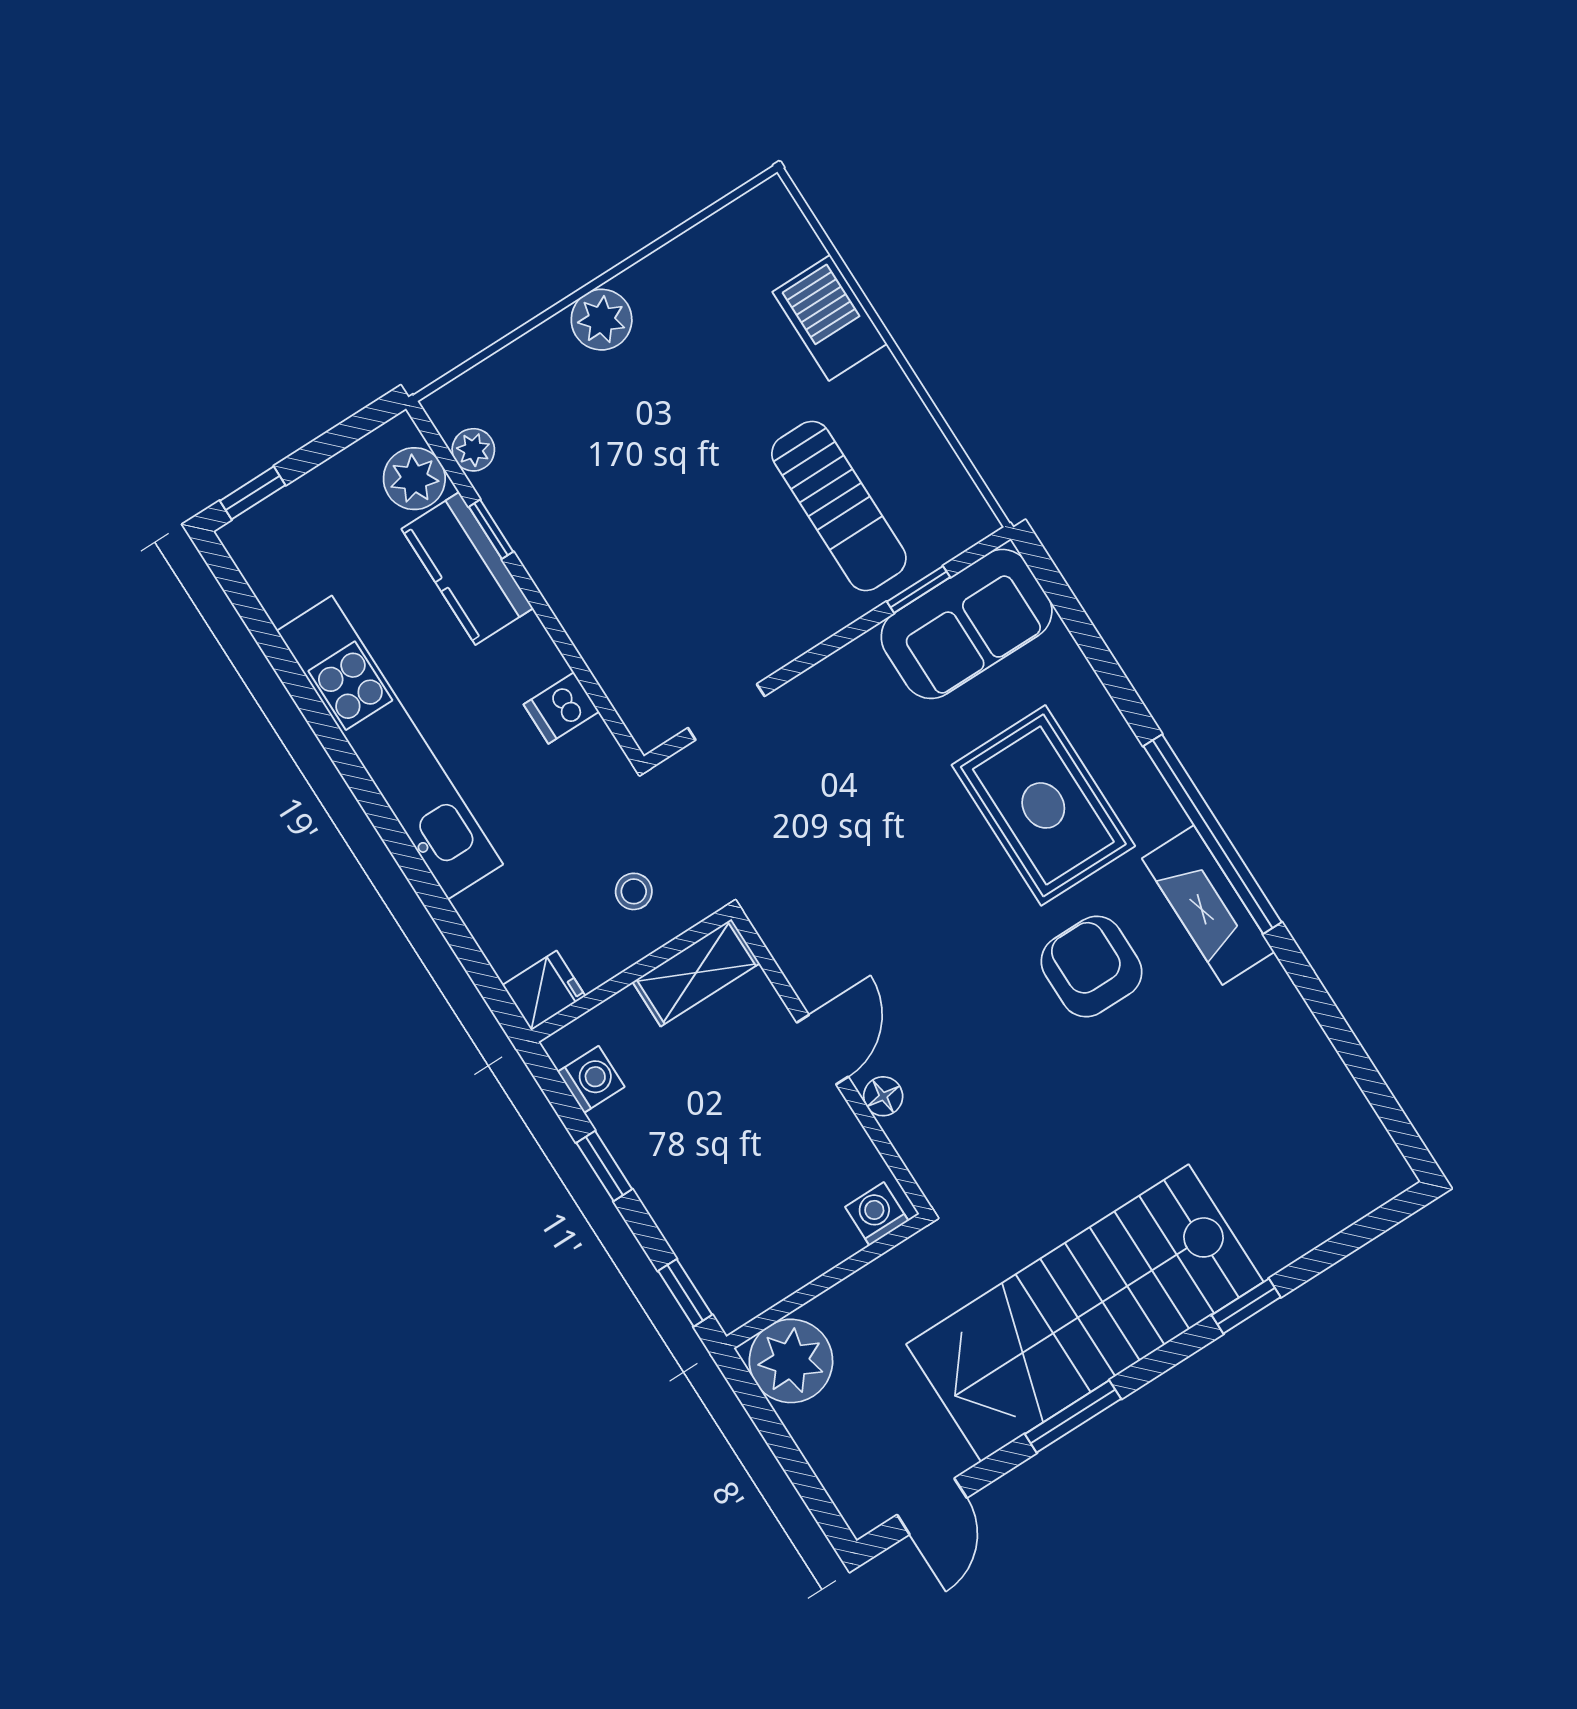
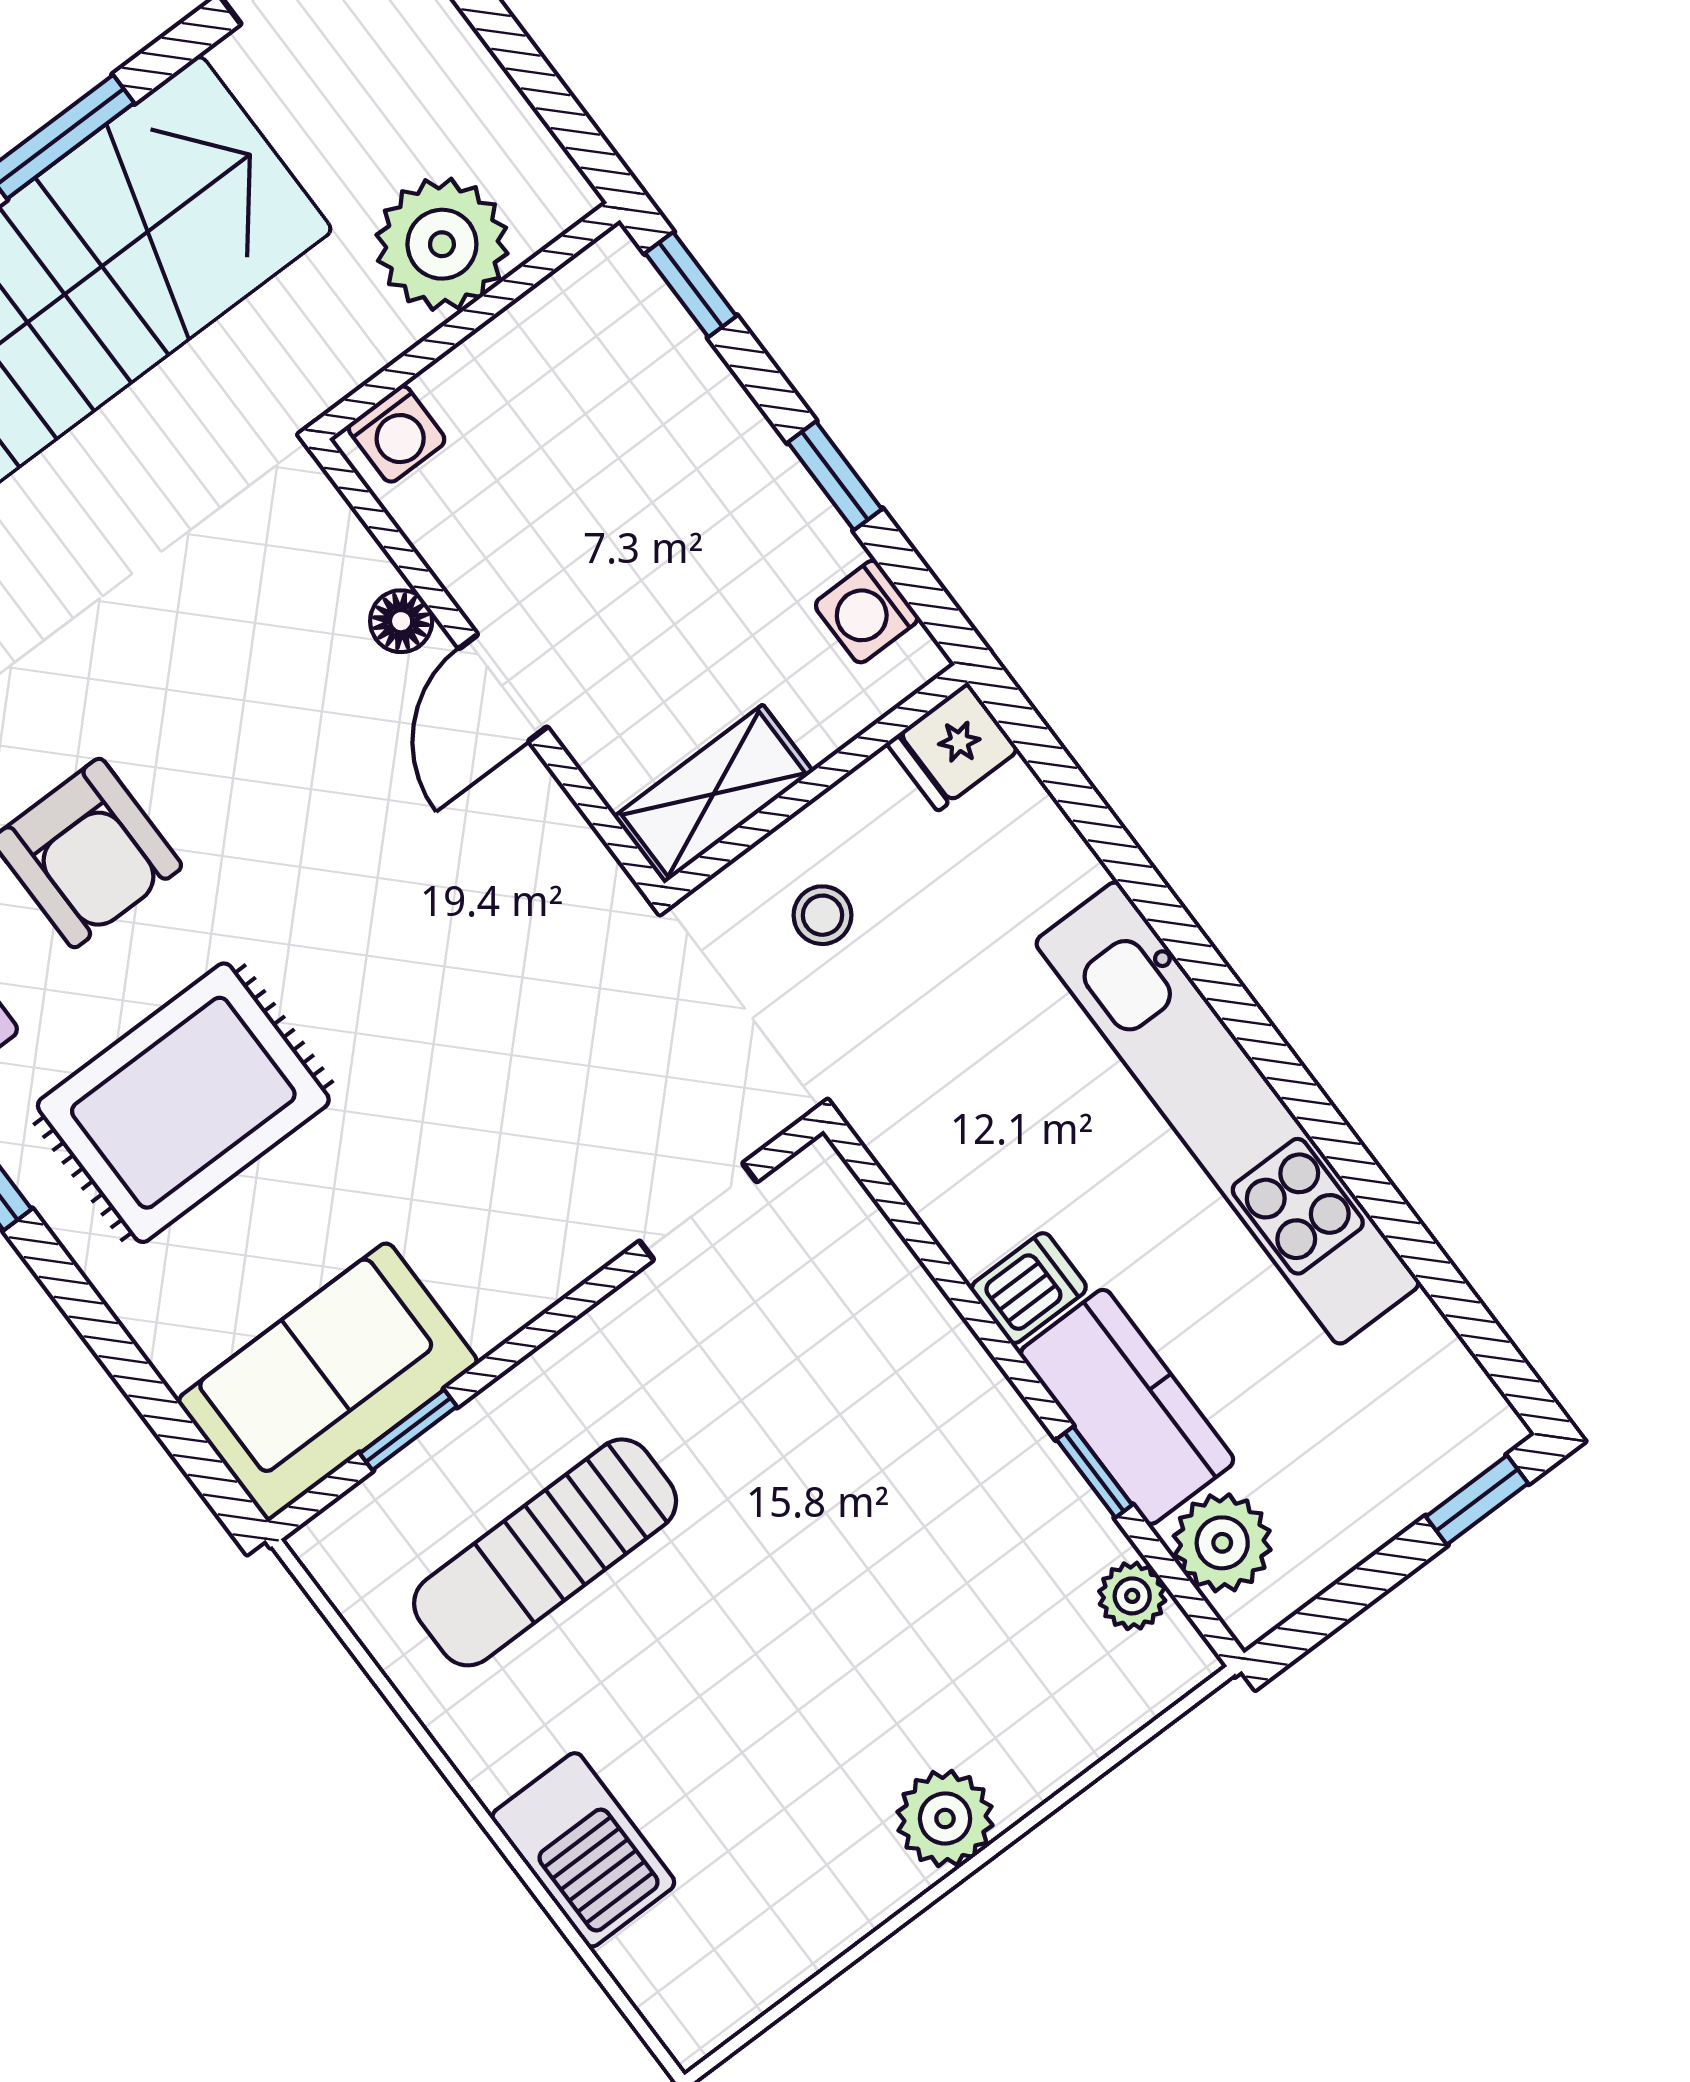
sun lounger: (839, 506) -> (545, 1552), turned -90
dishwasher: (561, 708) -> (1029, 1288), moved
rug: (1043, 805) -> (183, 1103), turned 90
plant: (791, 1361) -> (442, 244), moved

